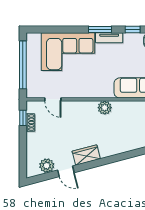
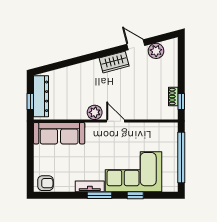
window: (133, 29) -> (135, 195), moved
door: (53, 99) -> (115, 121), moved

